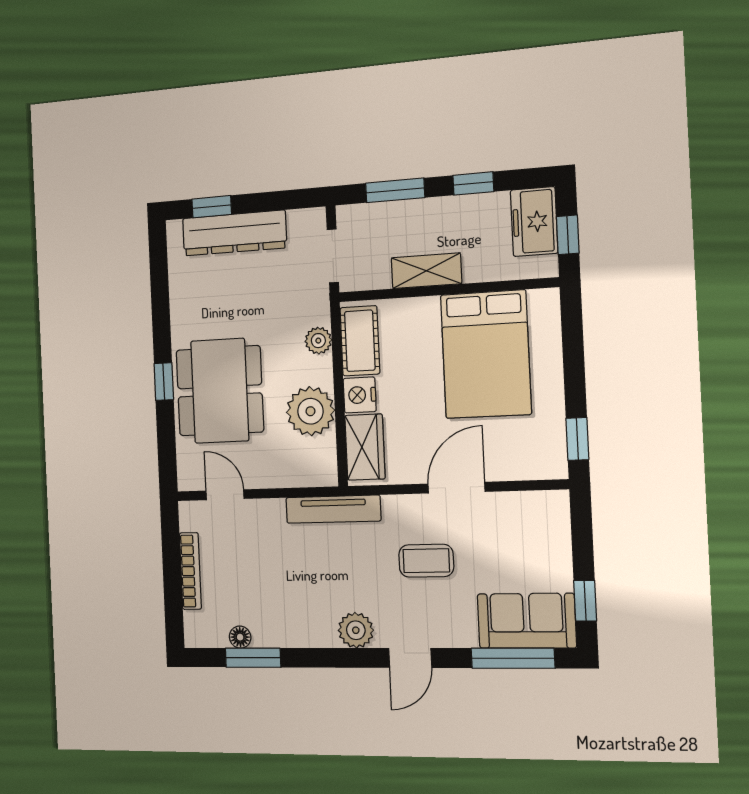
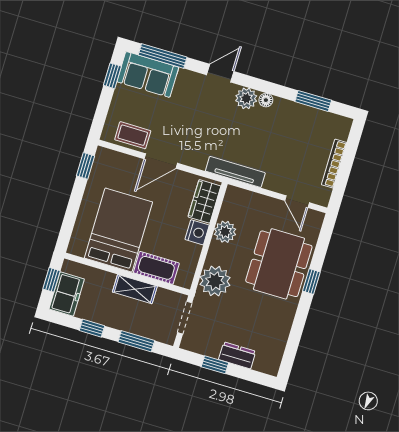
window: (212, 207) -> (215, 365), moved
dresser: (234, 233) -> (237, 355), width x0.51, depth x0.80
plant: (318, 341) -> (215, 281), width x1.88, depth x1.88
cot: (360, 341) -> (156, 268), moved, turned 90
plant: (310, 411) -> (225, 232), width x0.73, depth x0.73
coffee table: (426, 561) -> (133, 135), moved
floor lamp: (240, 637) -> (266, 100), moved

